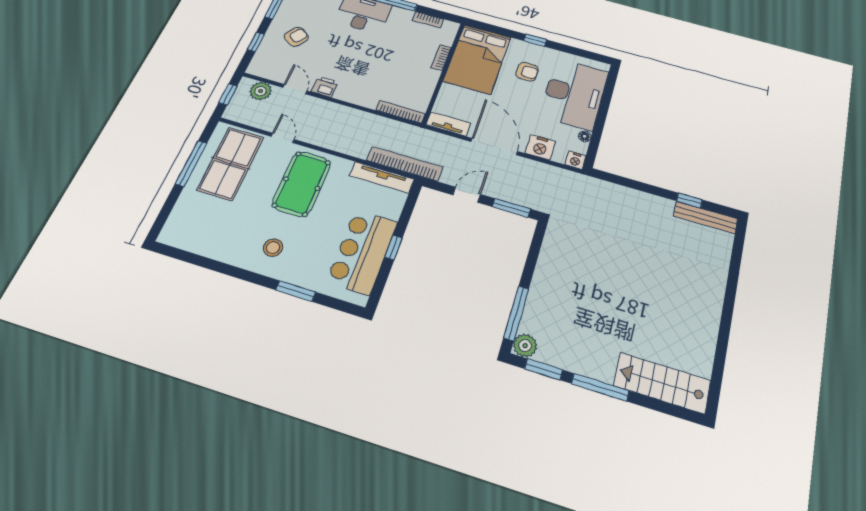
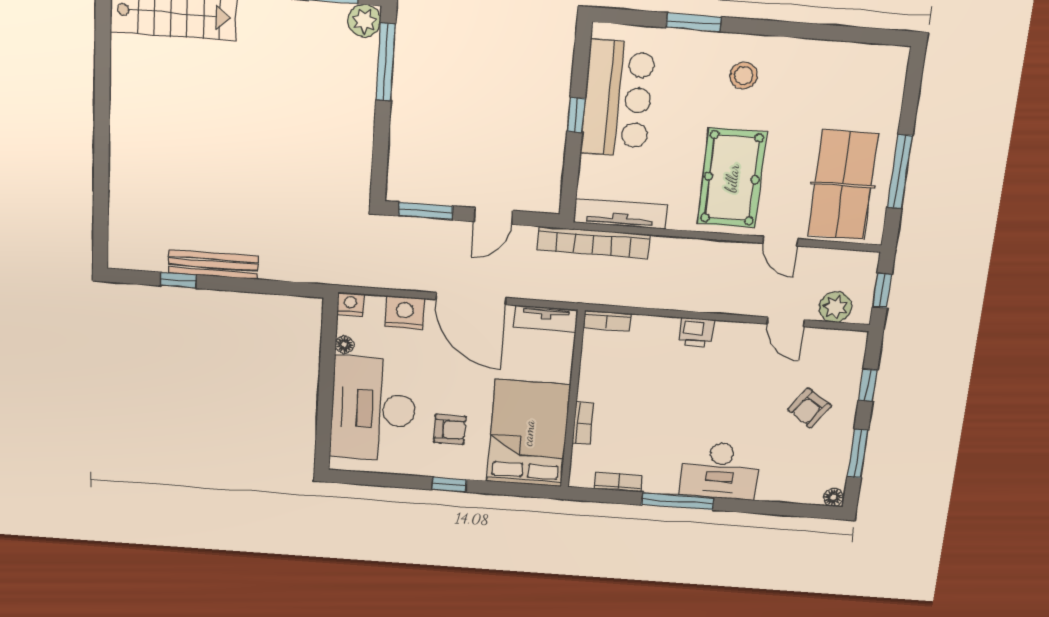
armchair: (527, 72) -> (450, 429), turned 180
printer: (325, 87) -> (696, 332), moved
bookcase: (401, 112) -> (607, 321), width x0.64
bench: (705, 217) -> (213, 264), moved

